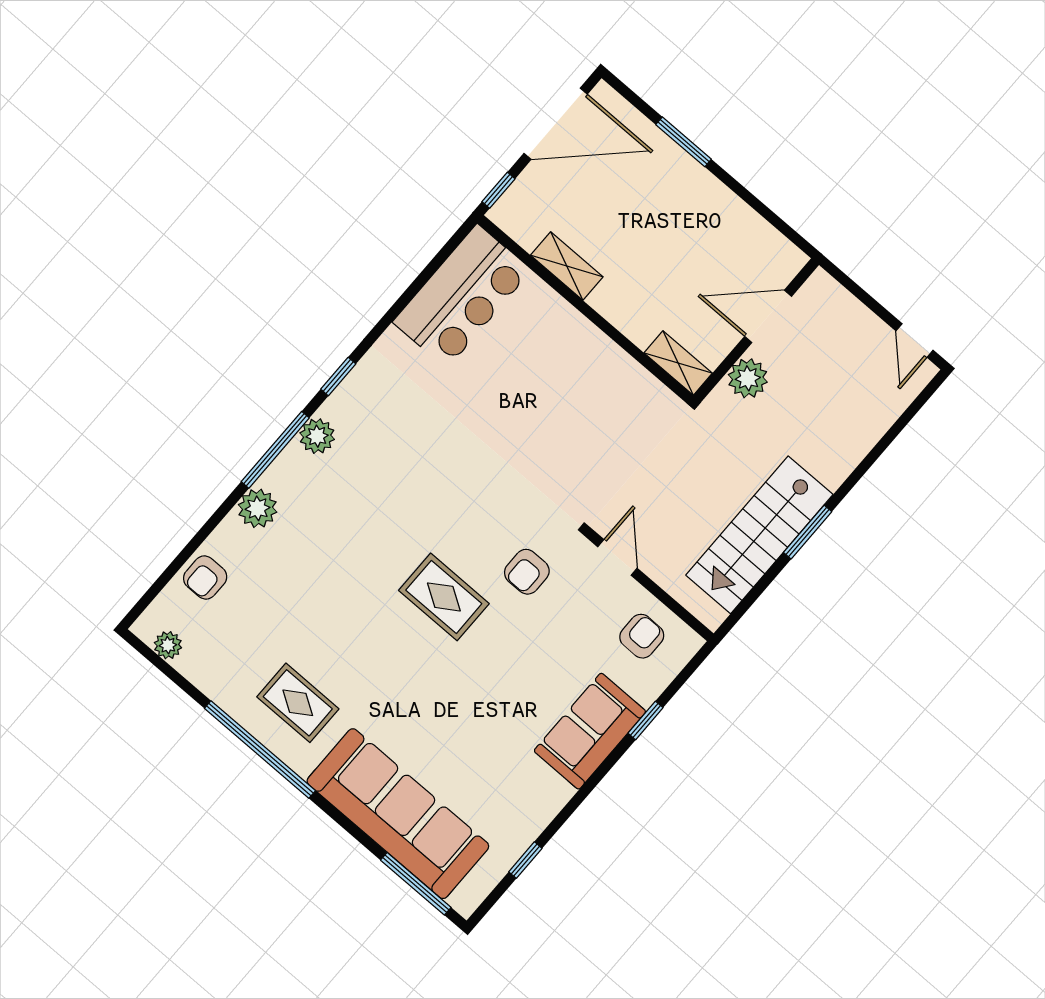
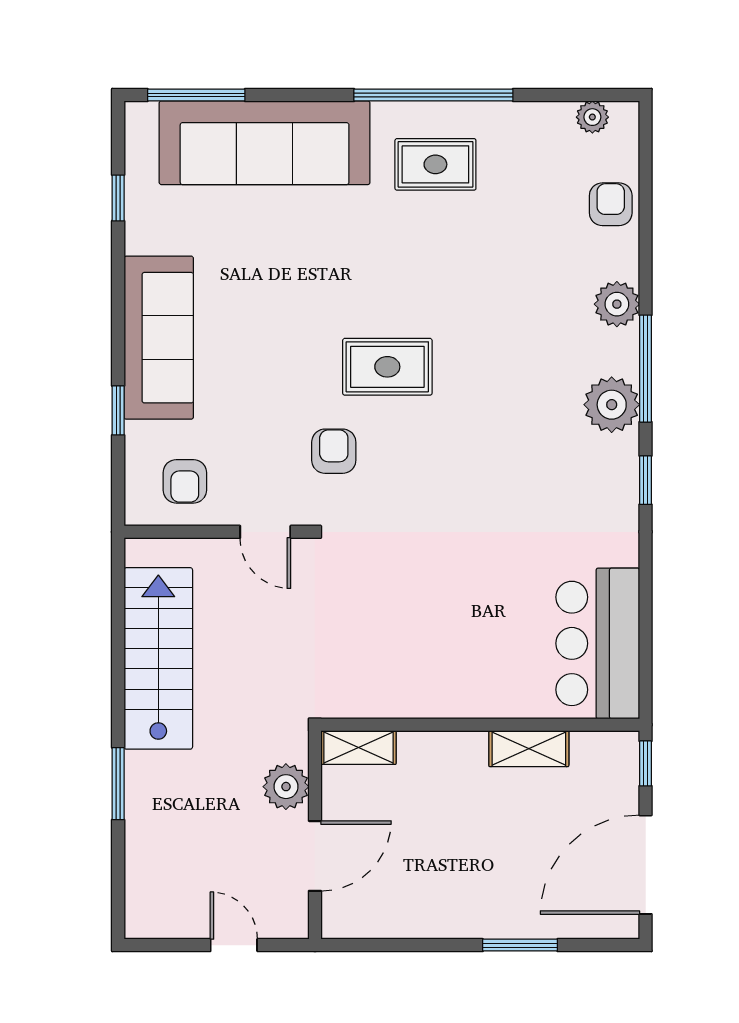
door: (915, 340) -> (234, 945), moved
plant: (317, 436) -> (612, 405), width x1.36, depth x1.36
window: (808, 532) -> (118, 784), moved
sofa: (590, 731) -> (159, 338), width x1.36

